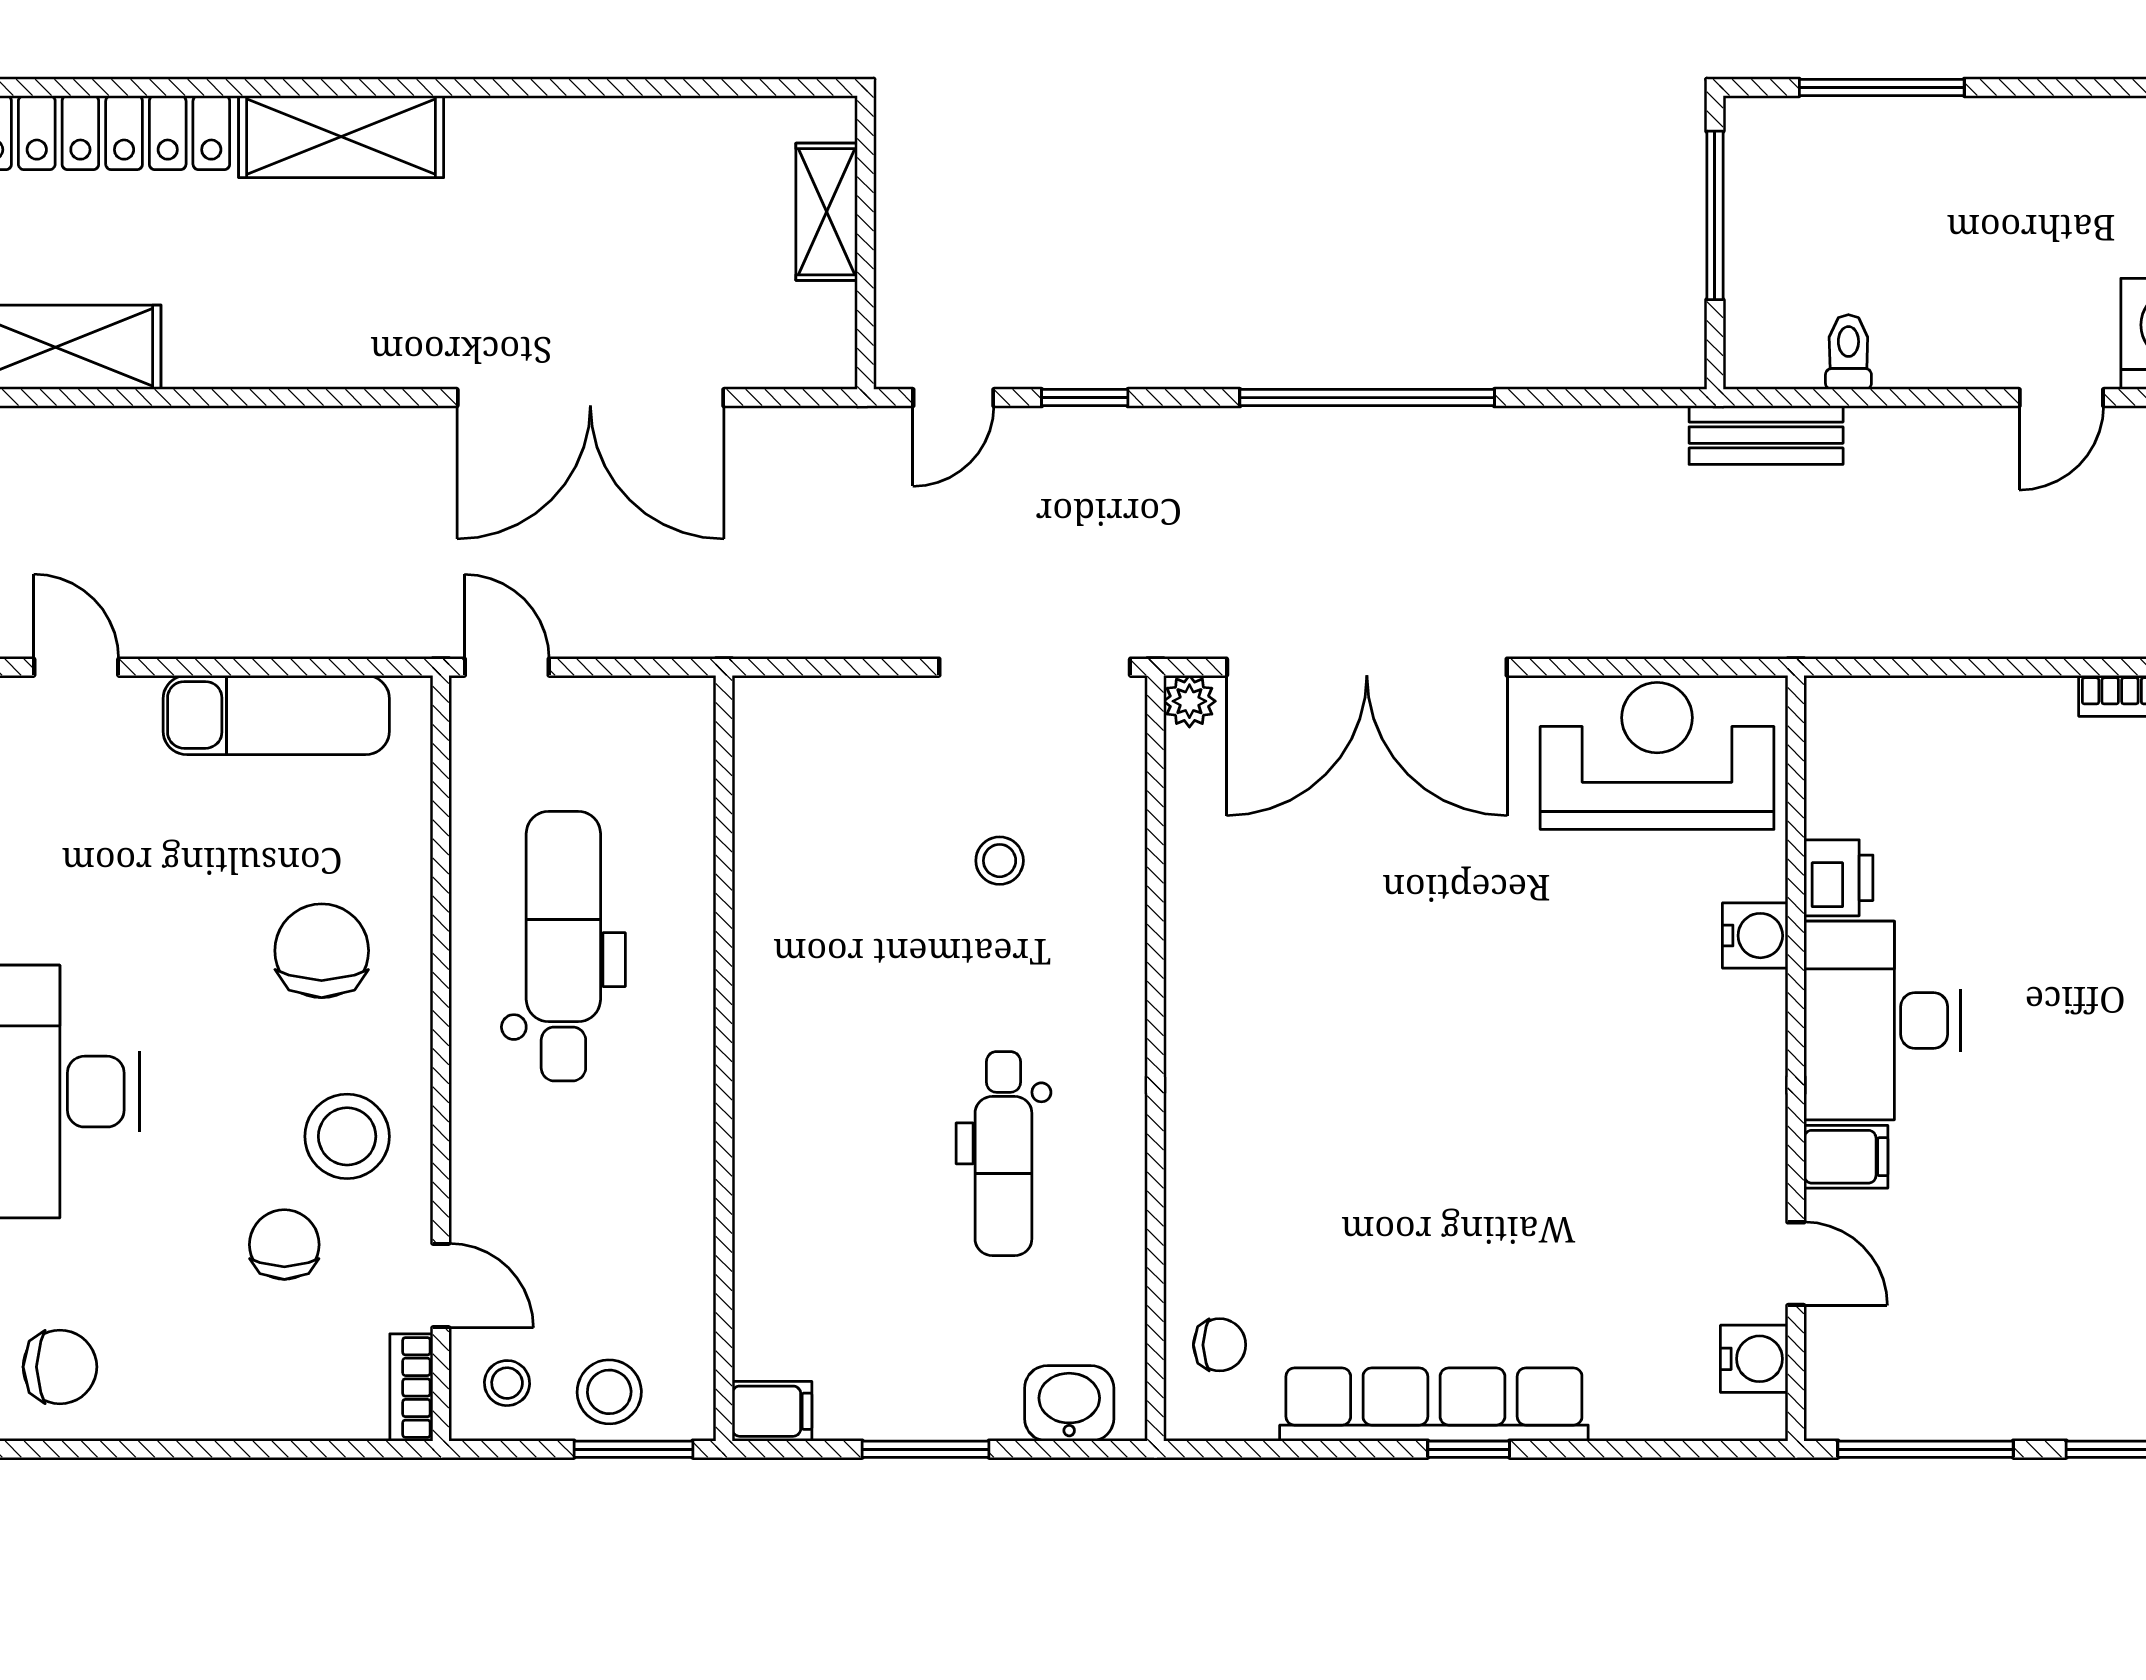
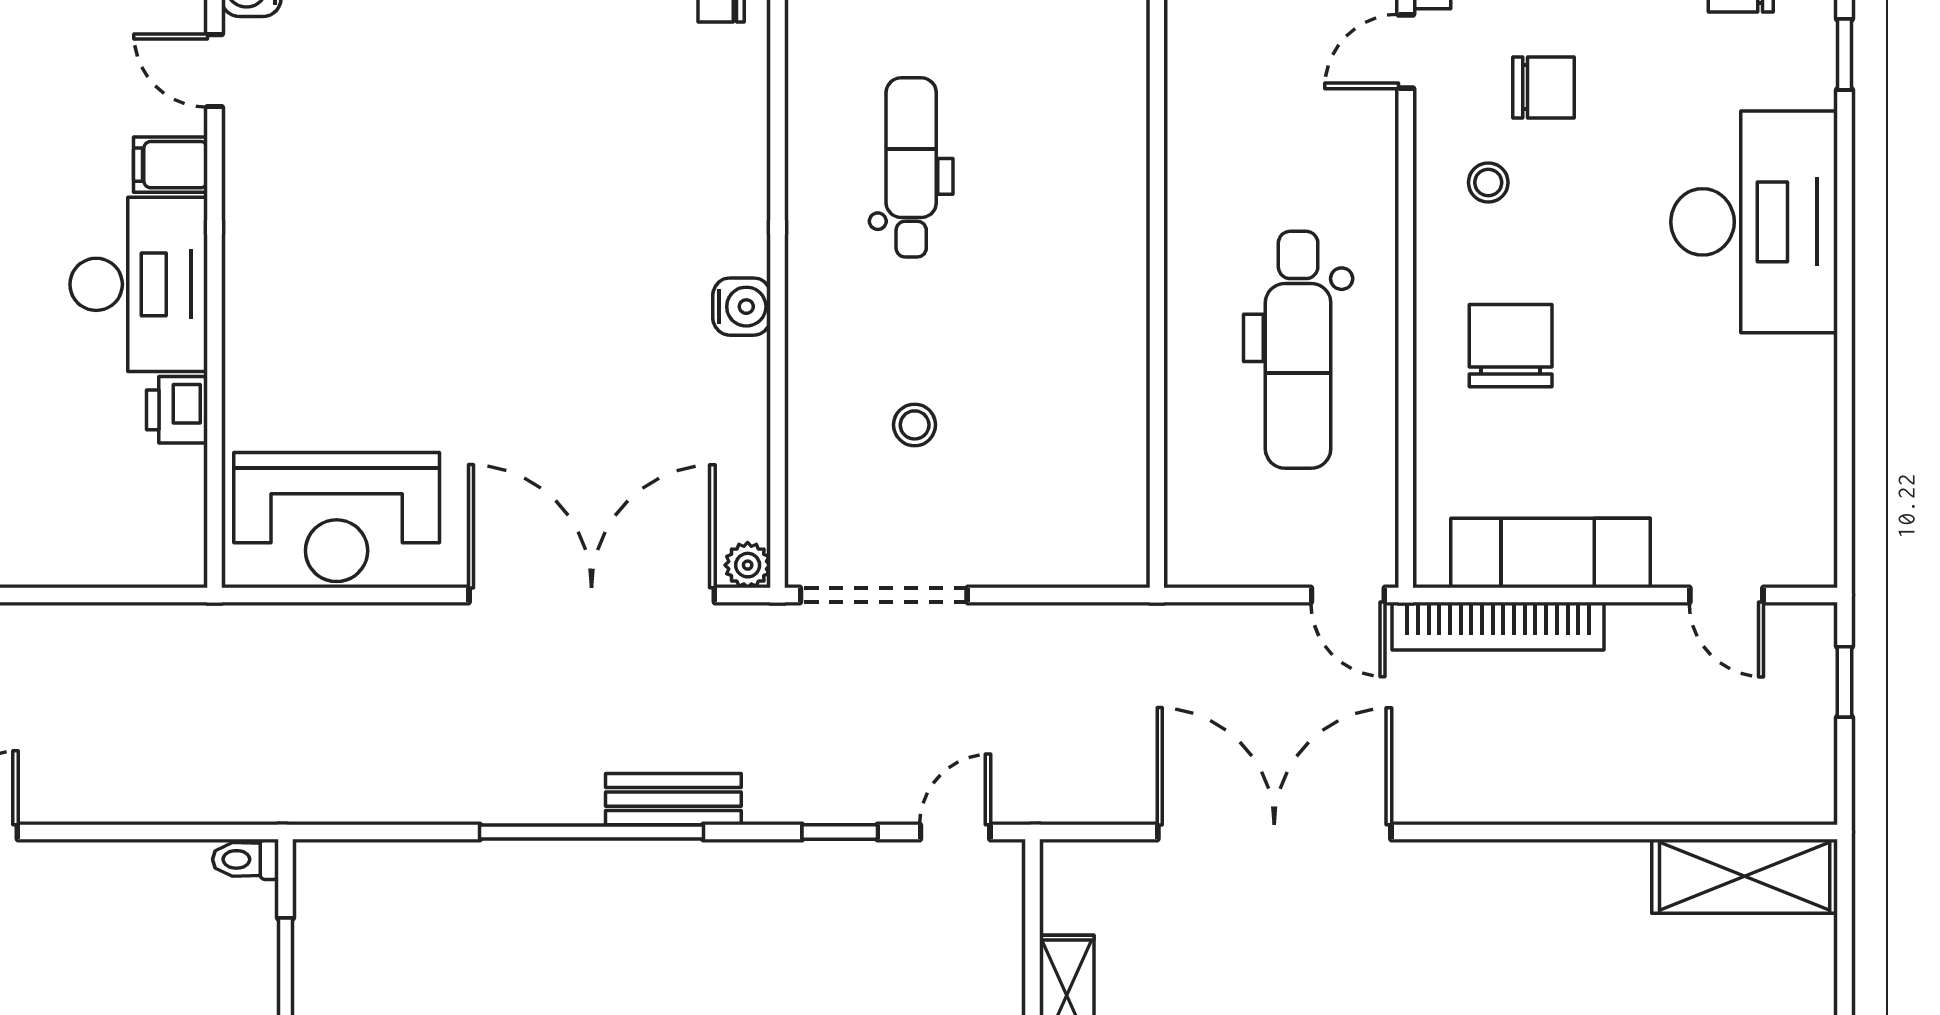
toilet: (1848, 352) -> (246, 859), moved, turned 90
bench: (1766, 435) -> (673, 799), moved
bookcase: (336, 632) -> (1498, 626), added
water cooler: (1755, 936) -> (742, 307), moved, turned 180
chair: (322, 951) -> (1511, 346), turned 180
stool: (347, 1136) -> (1488, 183), width x0.53, depth x0.53
chair: (284, 1245) -> (1543, 87), turned -90
door: (441, 1285) -> (1406, 51), hinge flipped

